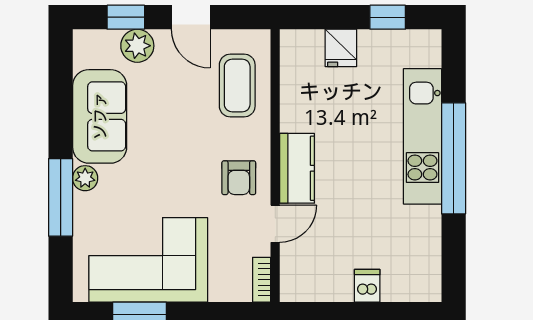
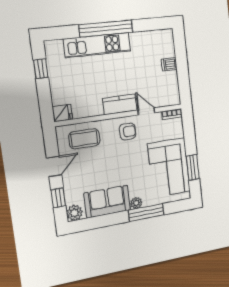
plant: (137, 46) -> (75, 213), moved
fridge: (341, 48) -> (62, 113), moved

